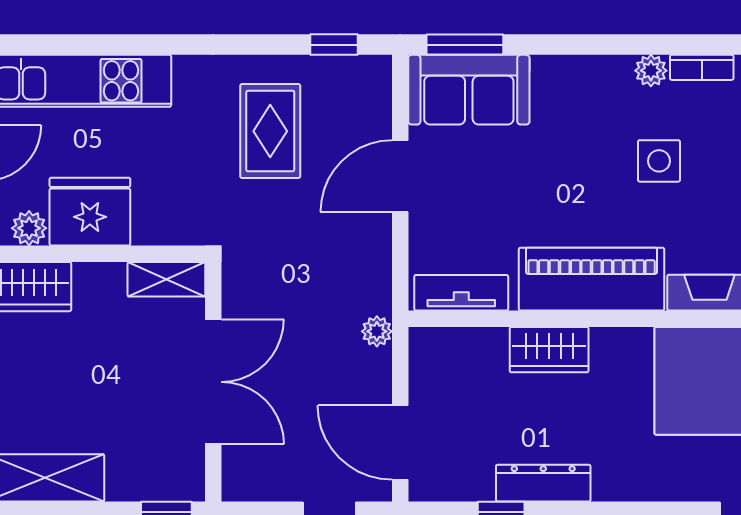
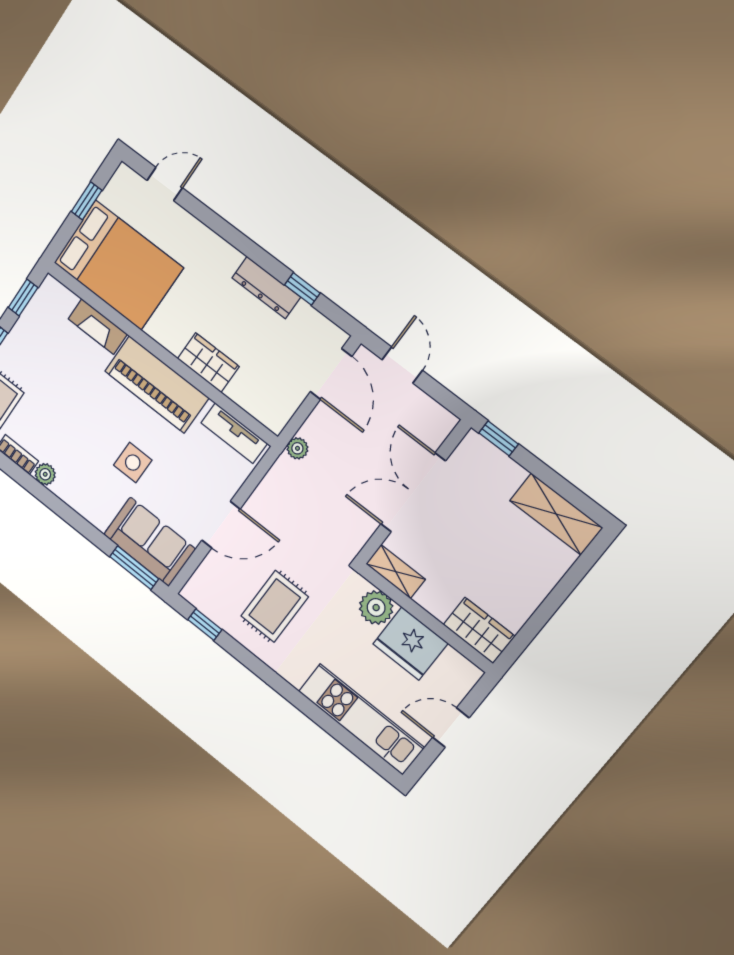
side table: (659, 161) -> (133, 463), moved
plant: (29, 228) -> (376, 608), moved, width x1.38, depth x1.38

